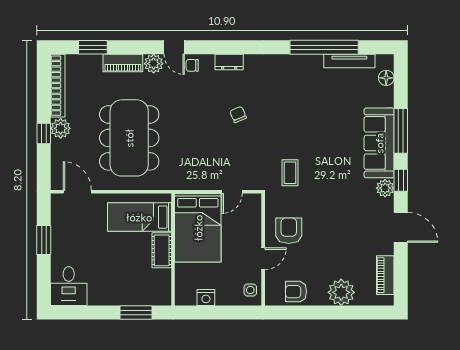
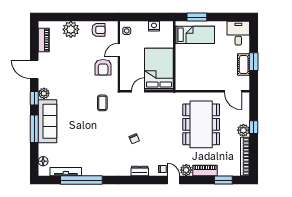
bed: (139, 217) -> (195, 35), moved
cot: (162, 250) -> (244, 65), moved

